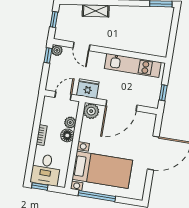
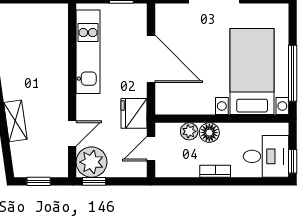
plant: (57, 50) -> (91, 162), width x1.88, depth x1.88
door: (63, 96) -> (151, 149), hinge flipped
plant: (91, 111) -> (167, 103), removed

